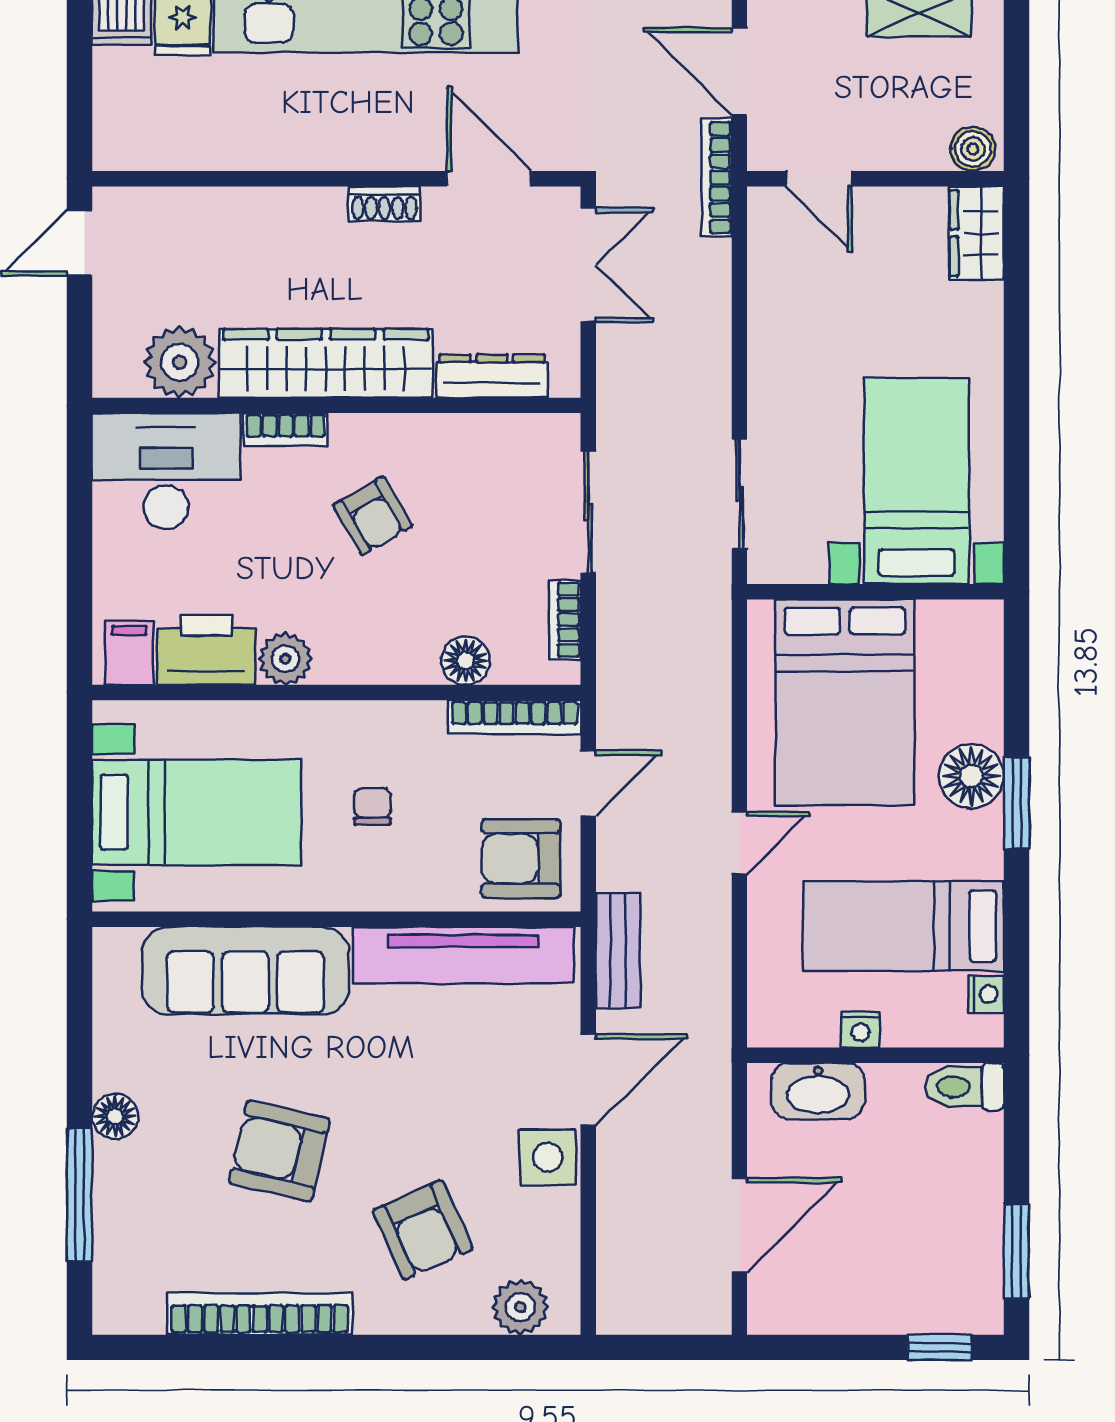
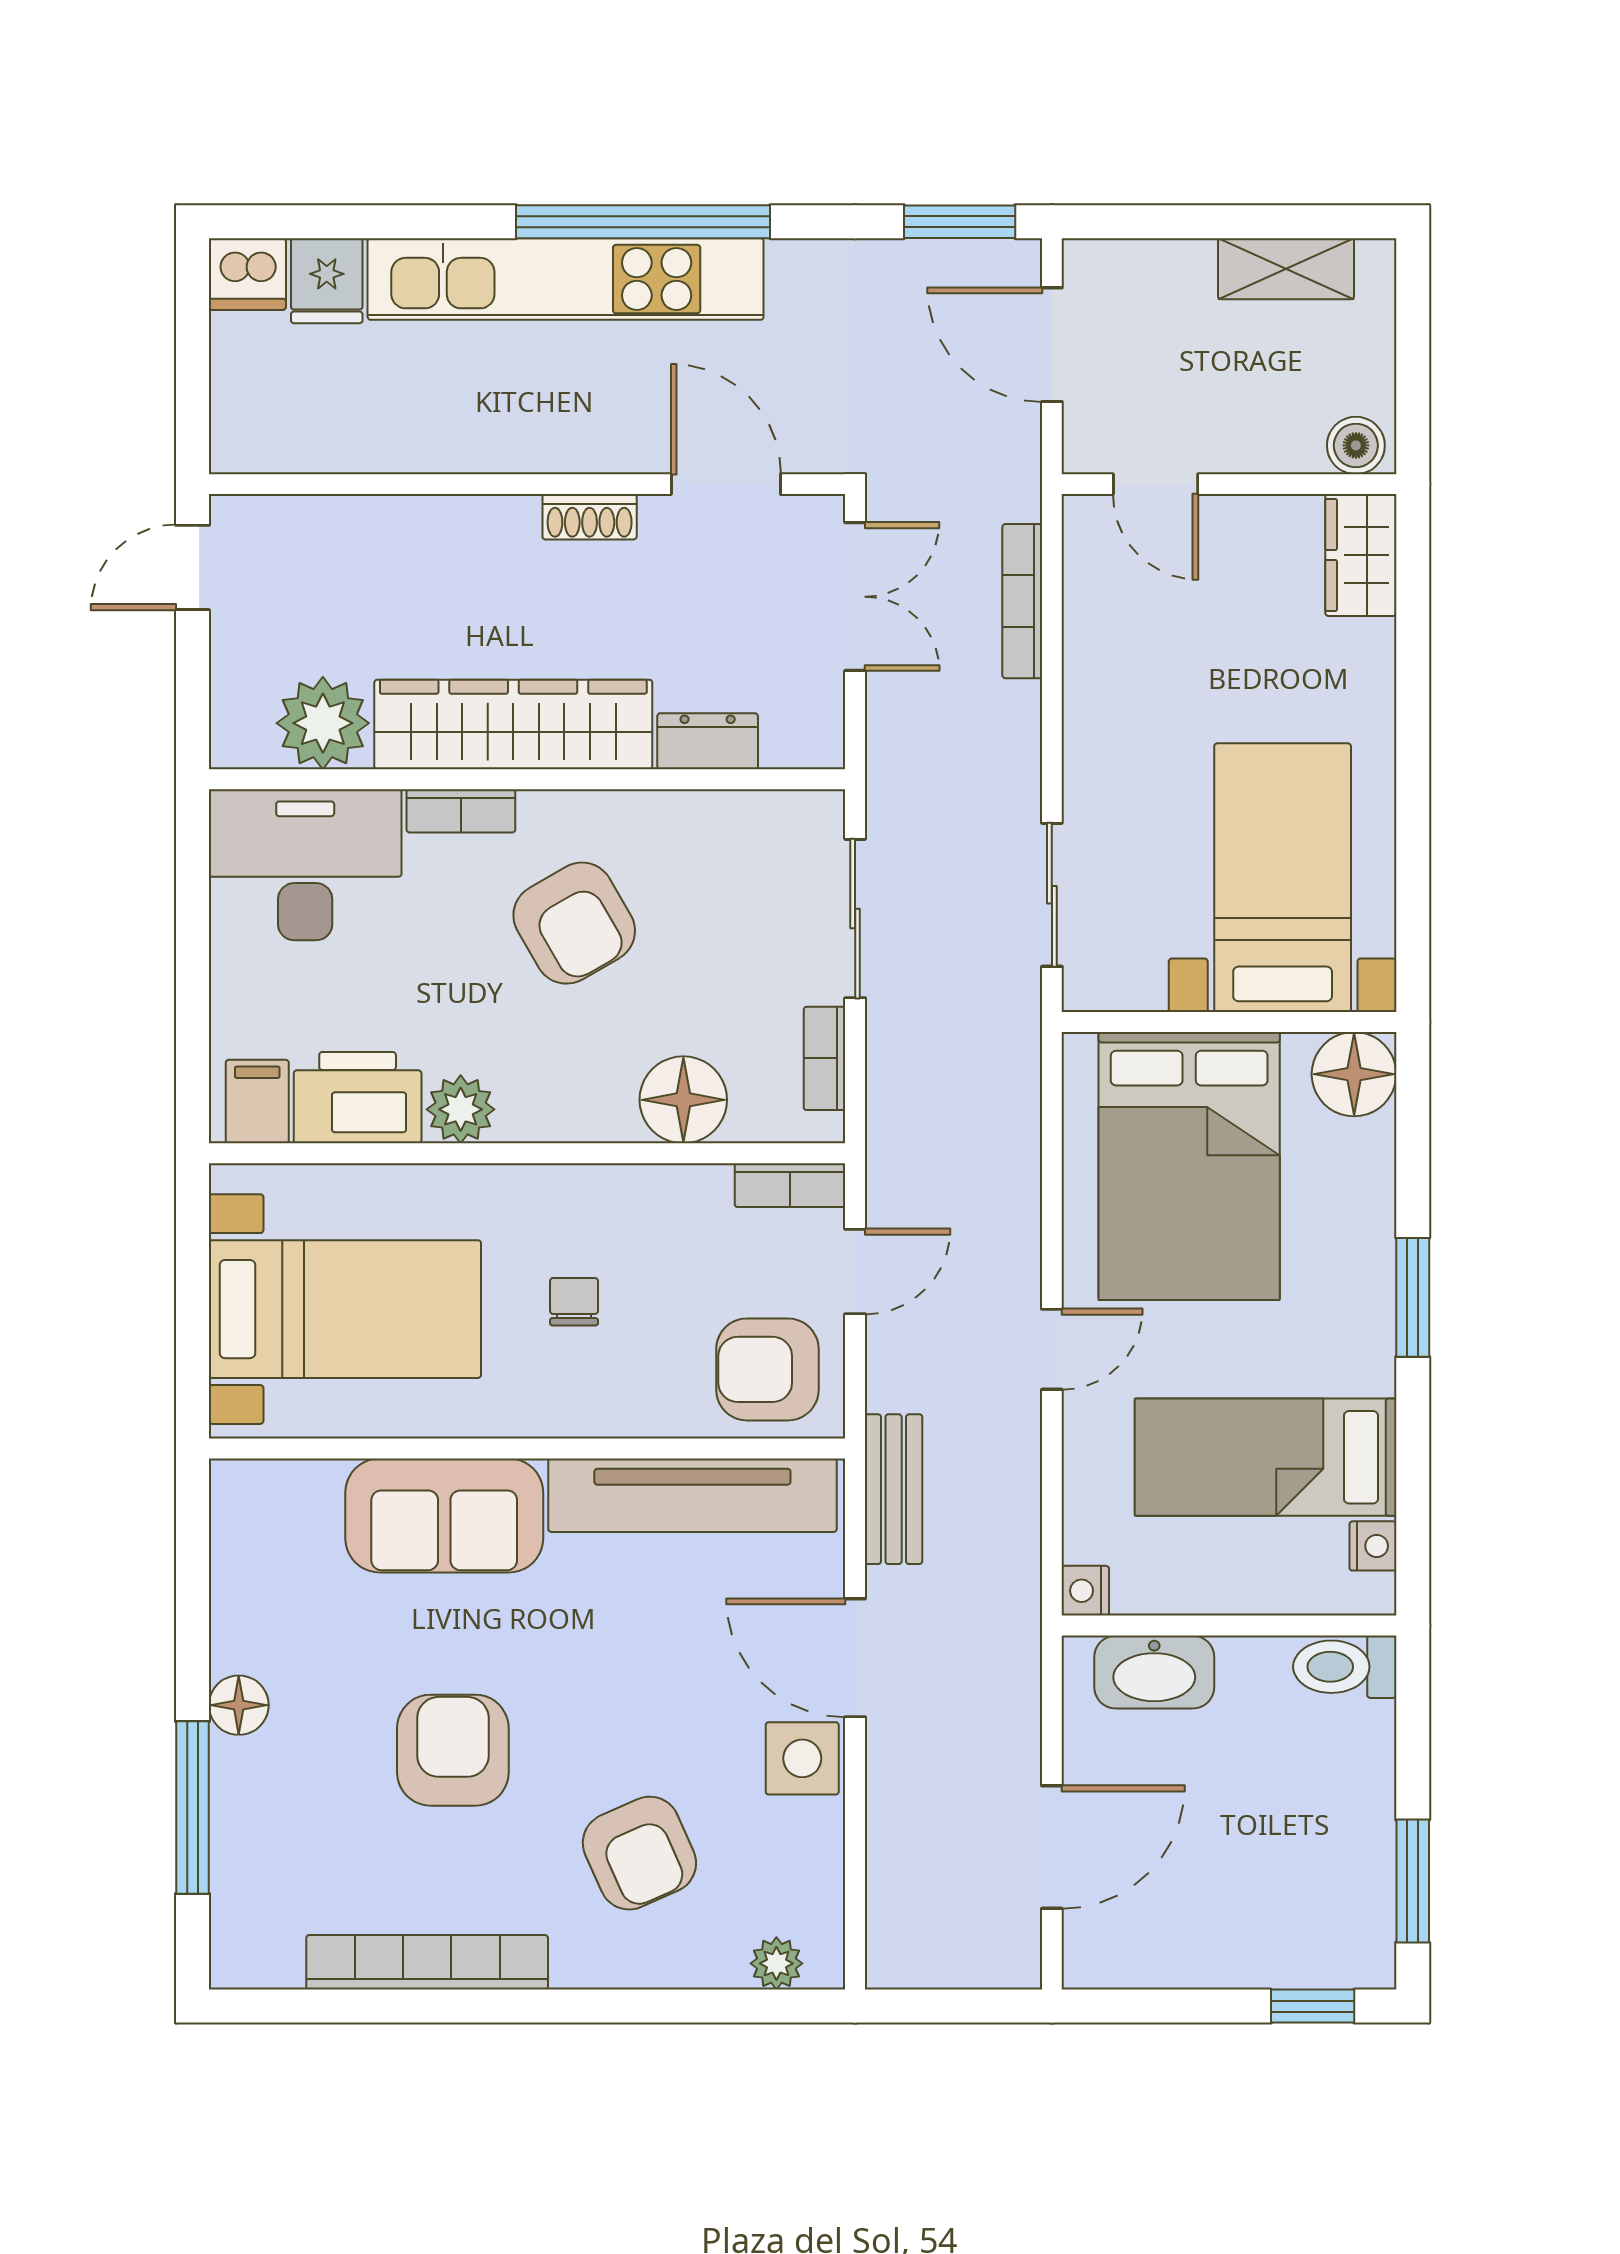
bookcase: (717, 178) -> (1022, 601), moved
dresser: (492, 376) -> (708, 741), width x0.70
armchair: (373, 516) -> (574, 923), width x1.38, depth x1.38
floor lamp: (466, 661) -> (683, 1100), width x1.38, depth x1.38
bookcase: (515, 717) -> (790, 1185), width x0.64
floor lamp: (971, 776) -> (1354, 1074), moved
sofa: (245, 971) -> (444, 1515), width x0.73
nightstand: (861, 1030) -> (1085, 1591), moved, turned 90
door: (588, 1080) -> (855, 1658), swing flipped
armchair: (279, 1151) -> (453, 1750), turned 77
plant: (520, 1307) -> (776, 1963), width x0.73, depth x0.73

